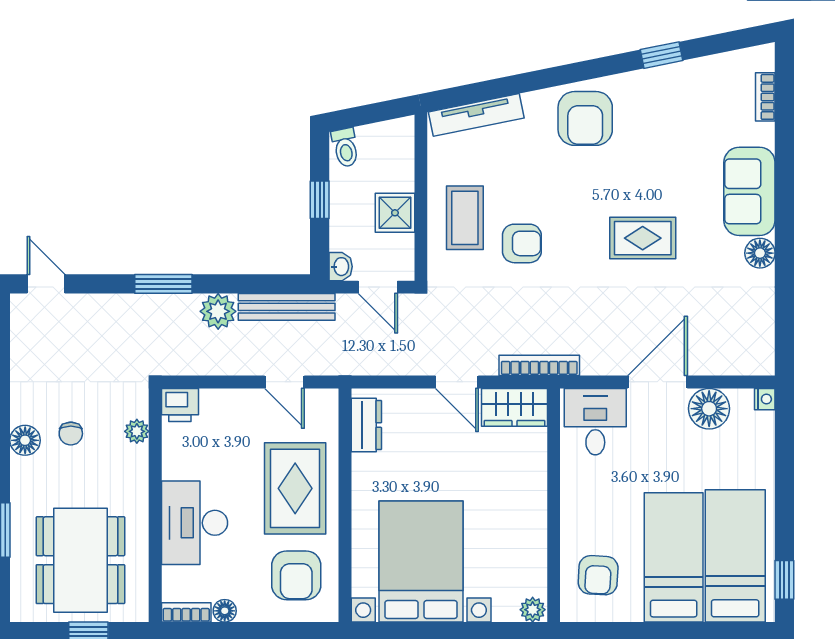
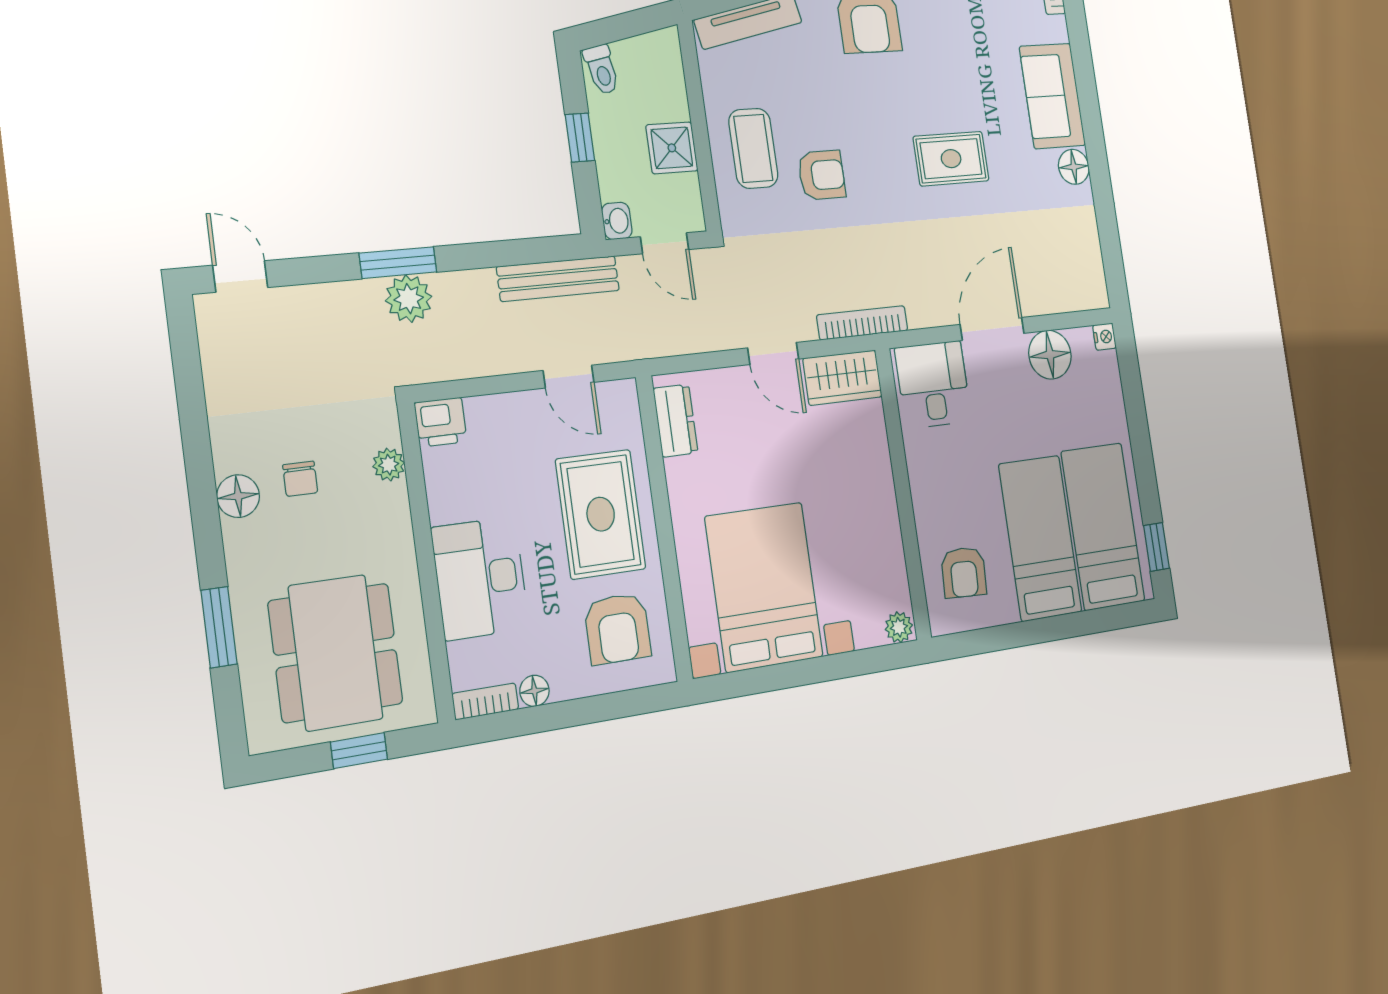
plant: (218, 311) -> (409, 299), moved

